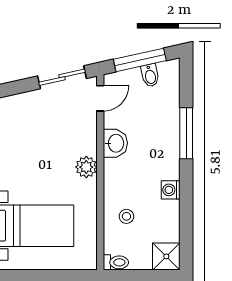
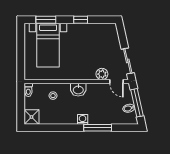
washbasin: (115, 143) -> (78, 90), moved
plant: (86, 167) -> (102, 74), moved
washing machine: (171, 190) -> (83, 119), moved

